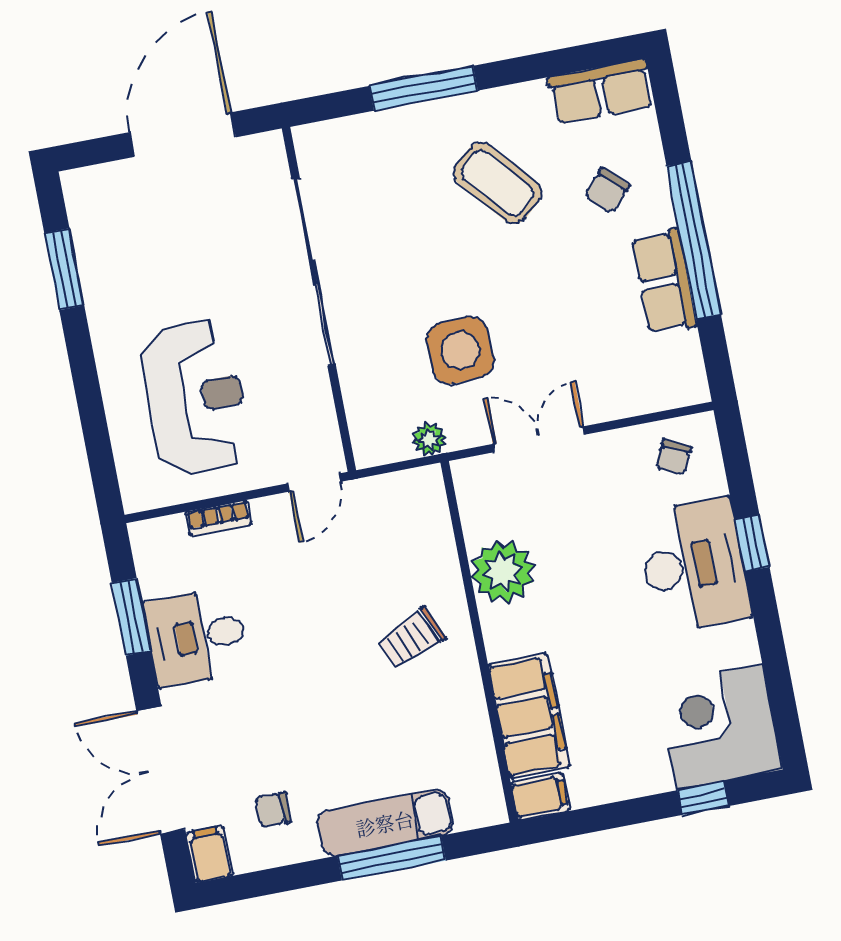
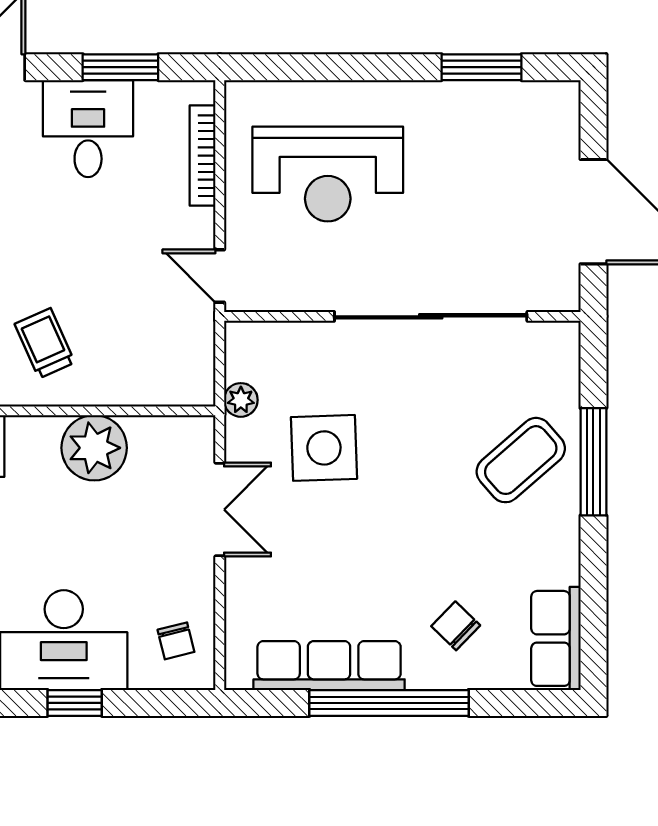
coffee table: (498, 183) -> (521, 460), moved
row of seats: (664, 282) -> (329, 666), width x1.48
chair: (673, 457) -> (176, 641), turned -130
bookcase: (218, 518) -> (203, 156), width x1.56

